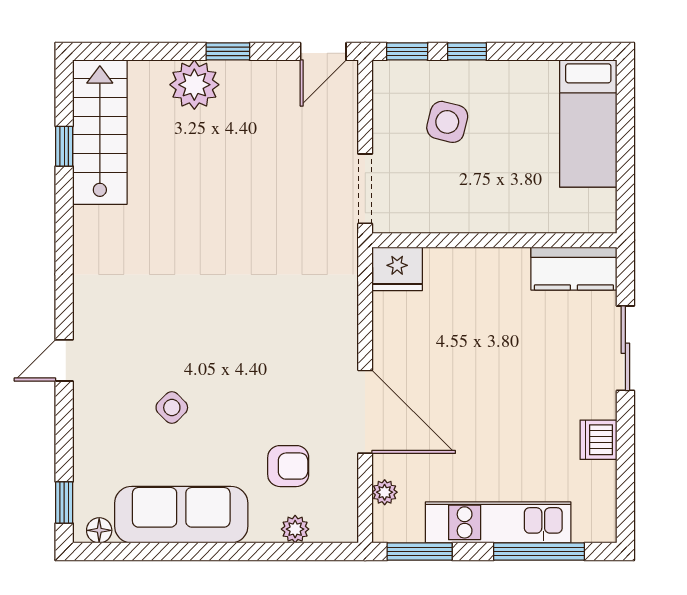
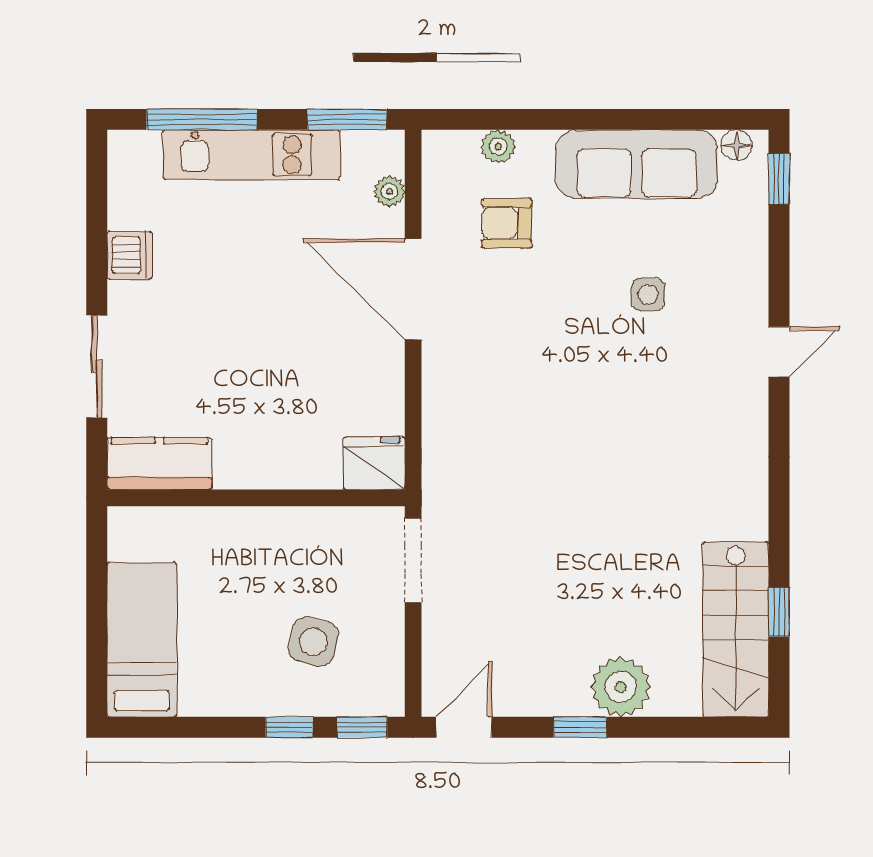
side table: (172, 408) -> (648, 294), turned 45

